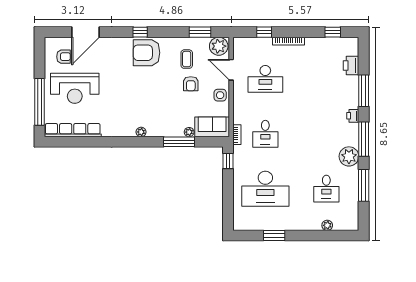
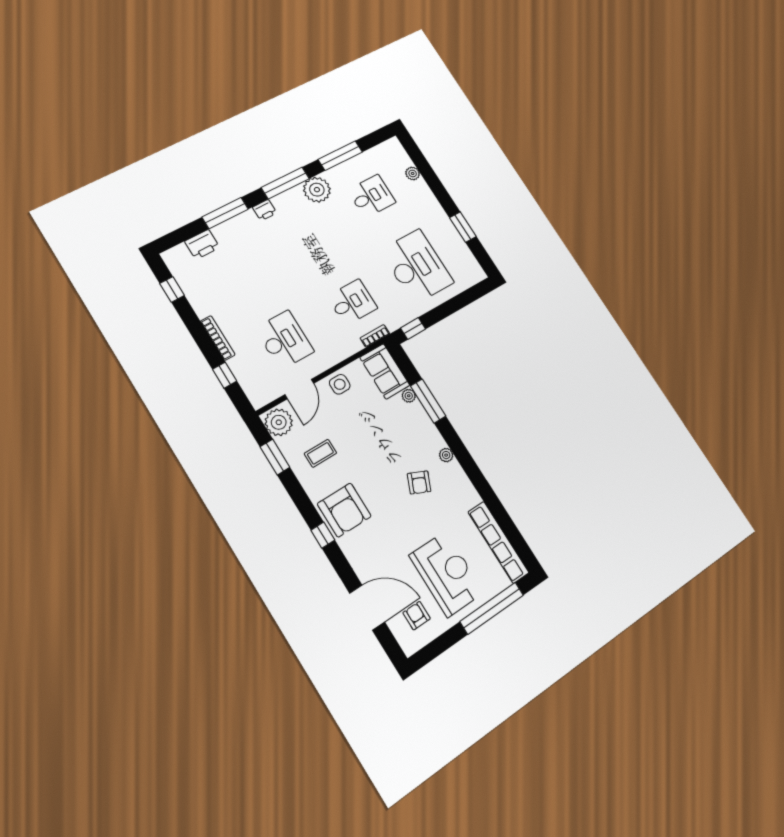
armchair: (191, 84) -> (419, 483), moved, turned 114

